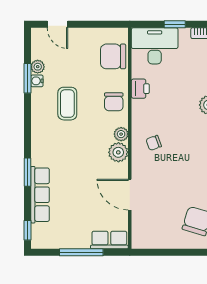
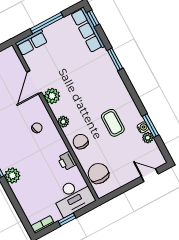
chair: (113, 56) -> (98, 173), turned -90
plant: (118, 152) -> (52, 96), moved
row of seats: (40, 195) -> (88, 30), moved
door: (130, 195) -> (34, 82), swing flipped

